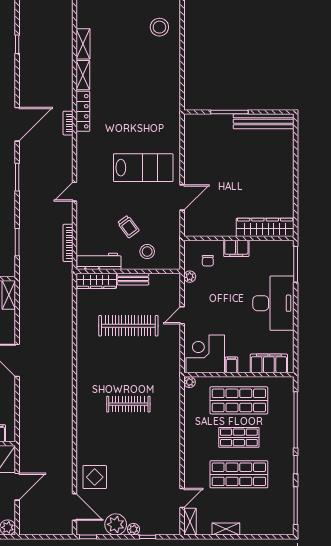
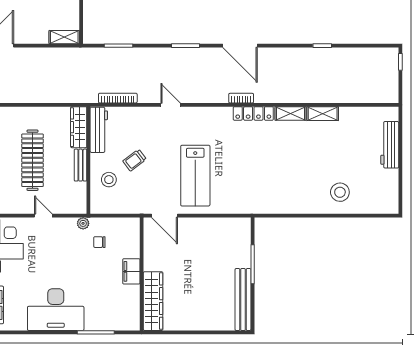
wardrobe: (265, 227) -> (153, 301), moved
wall: (239, 238) -> (142, 274), moved
filing cabinet: (236, 248) -> (131, 271), moved

